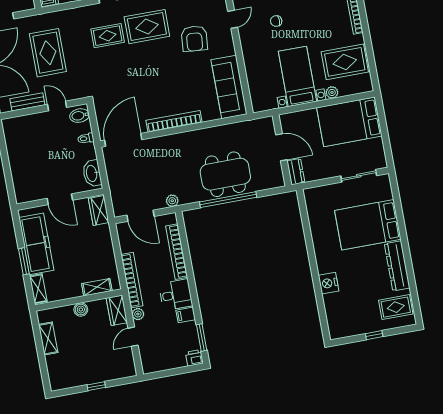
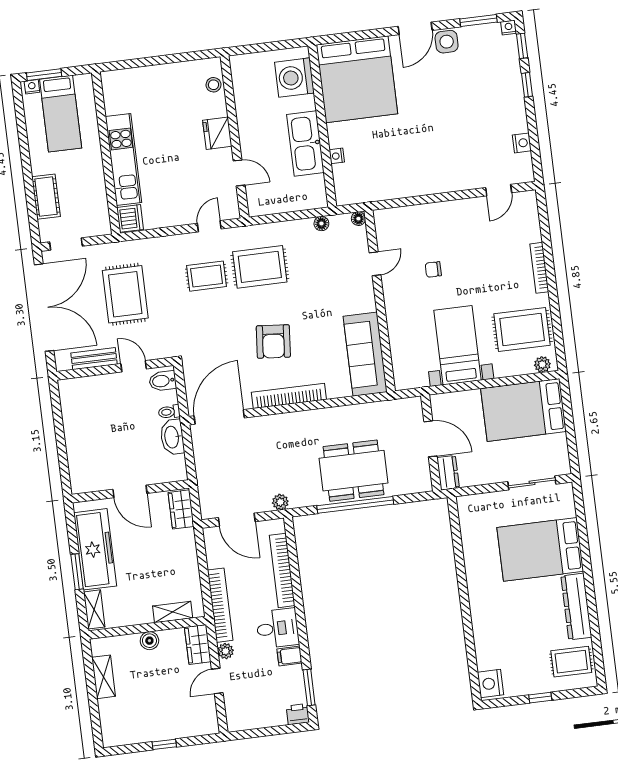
armchair: (194, 39) -> (273, 341), moved
plant: (332, 92) -> (542, 364), moved
washbasin: (92, 173) -> (172, 437), moved
nightstand: (329, 283) -> (491, 684), moved

